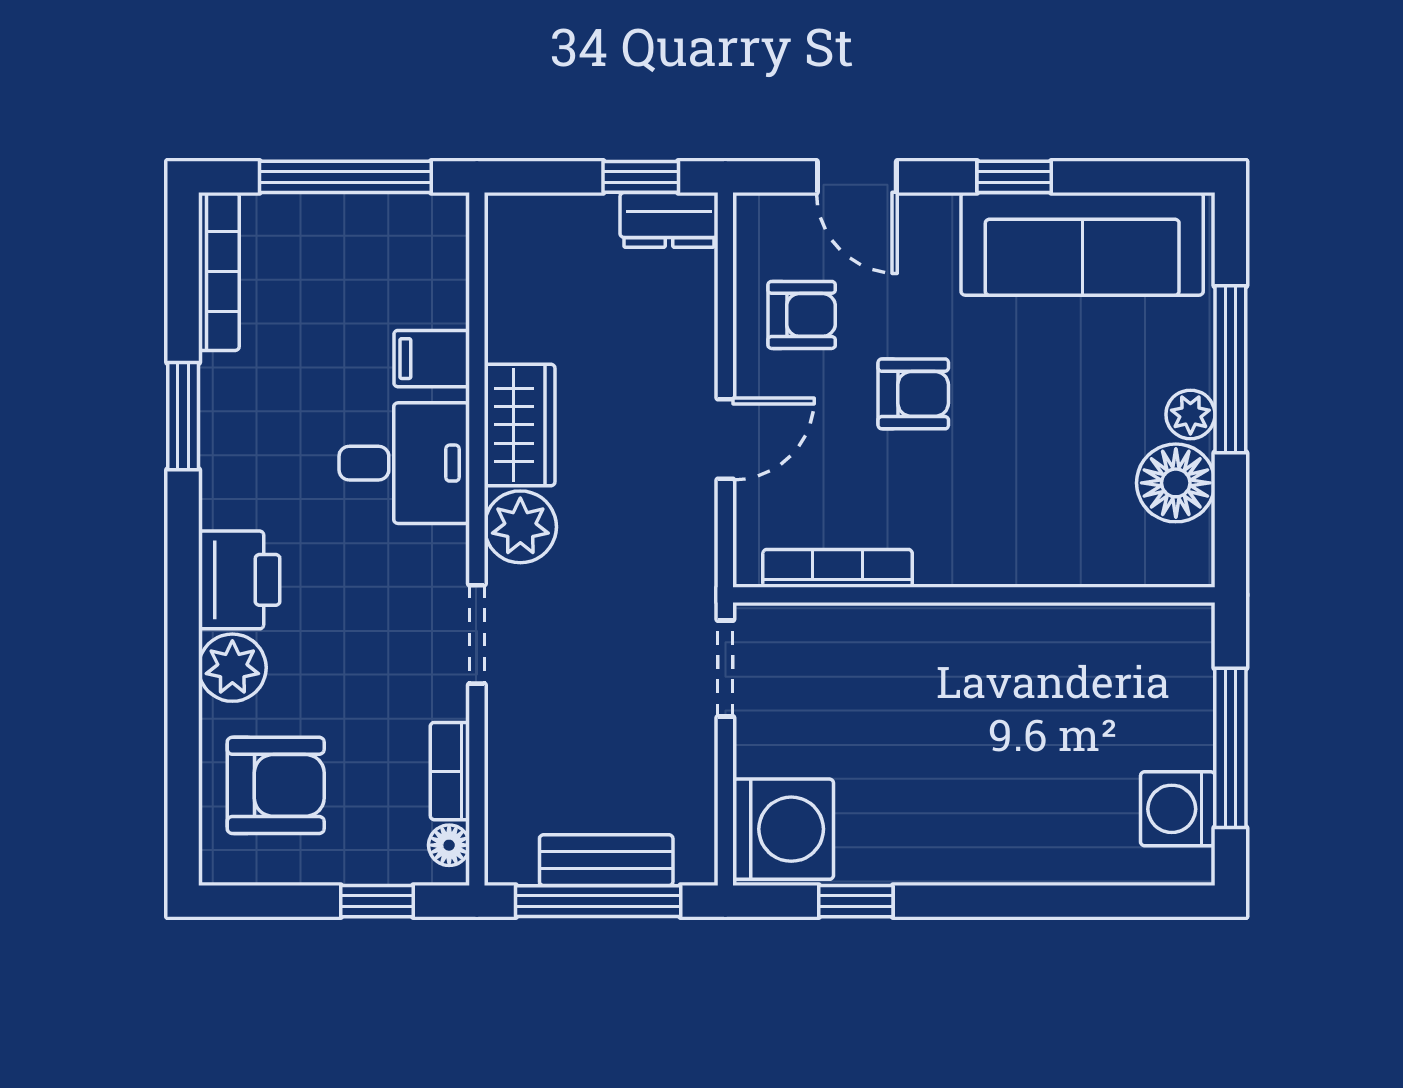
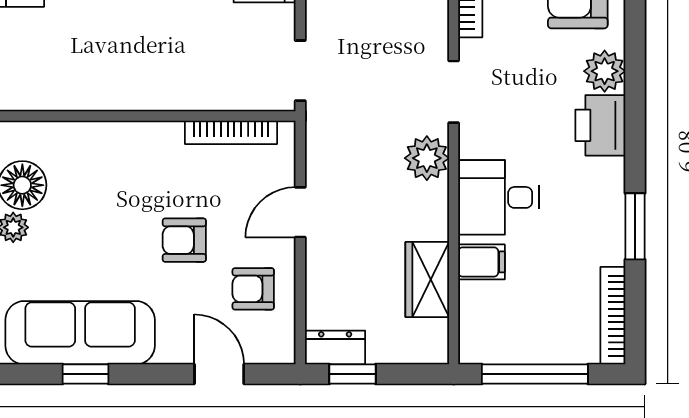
window: (1014, 177) -> (85, 374), moved
wardrobe: (520, 425) -> (427, 279), moved

